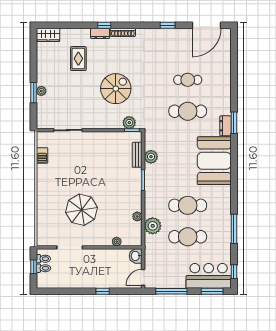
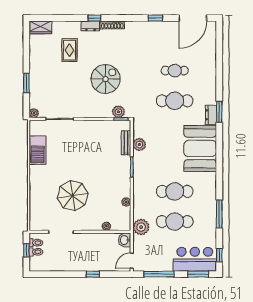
plant: (41, 91) -> (34, 113), moved
barbecue: (42, 155) -> (37, 150), width x1.88, depth x1.53
plant: (153, 226) -> (141, 227), moved

